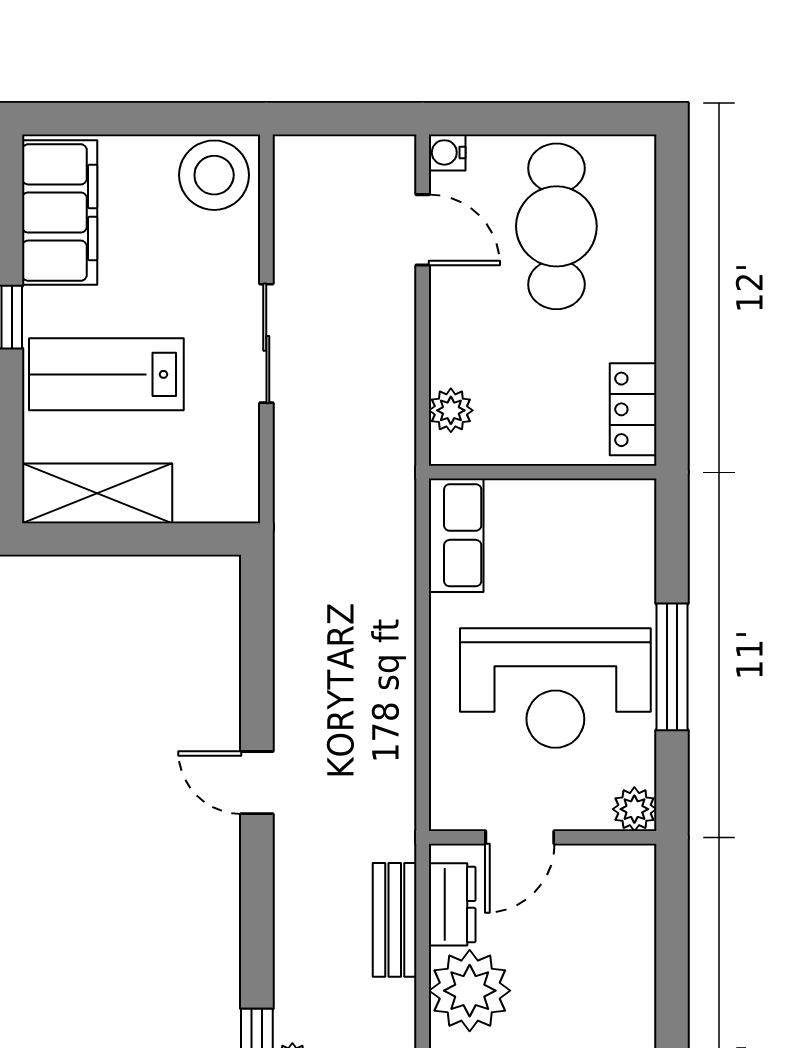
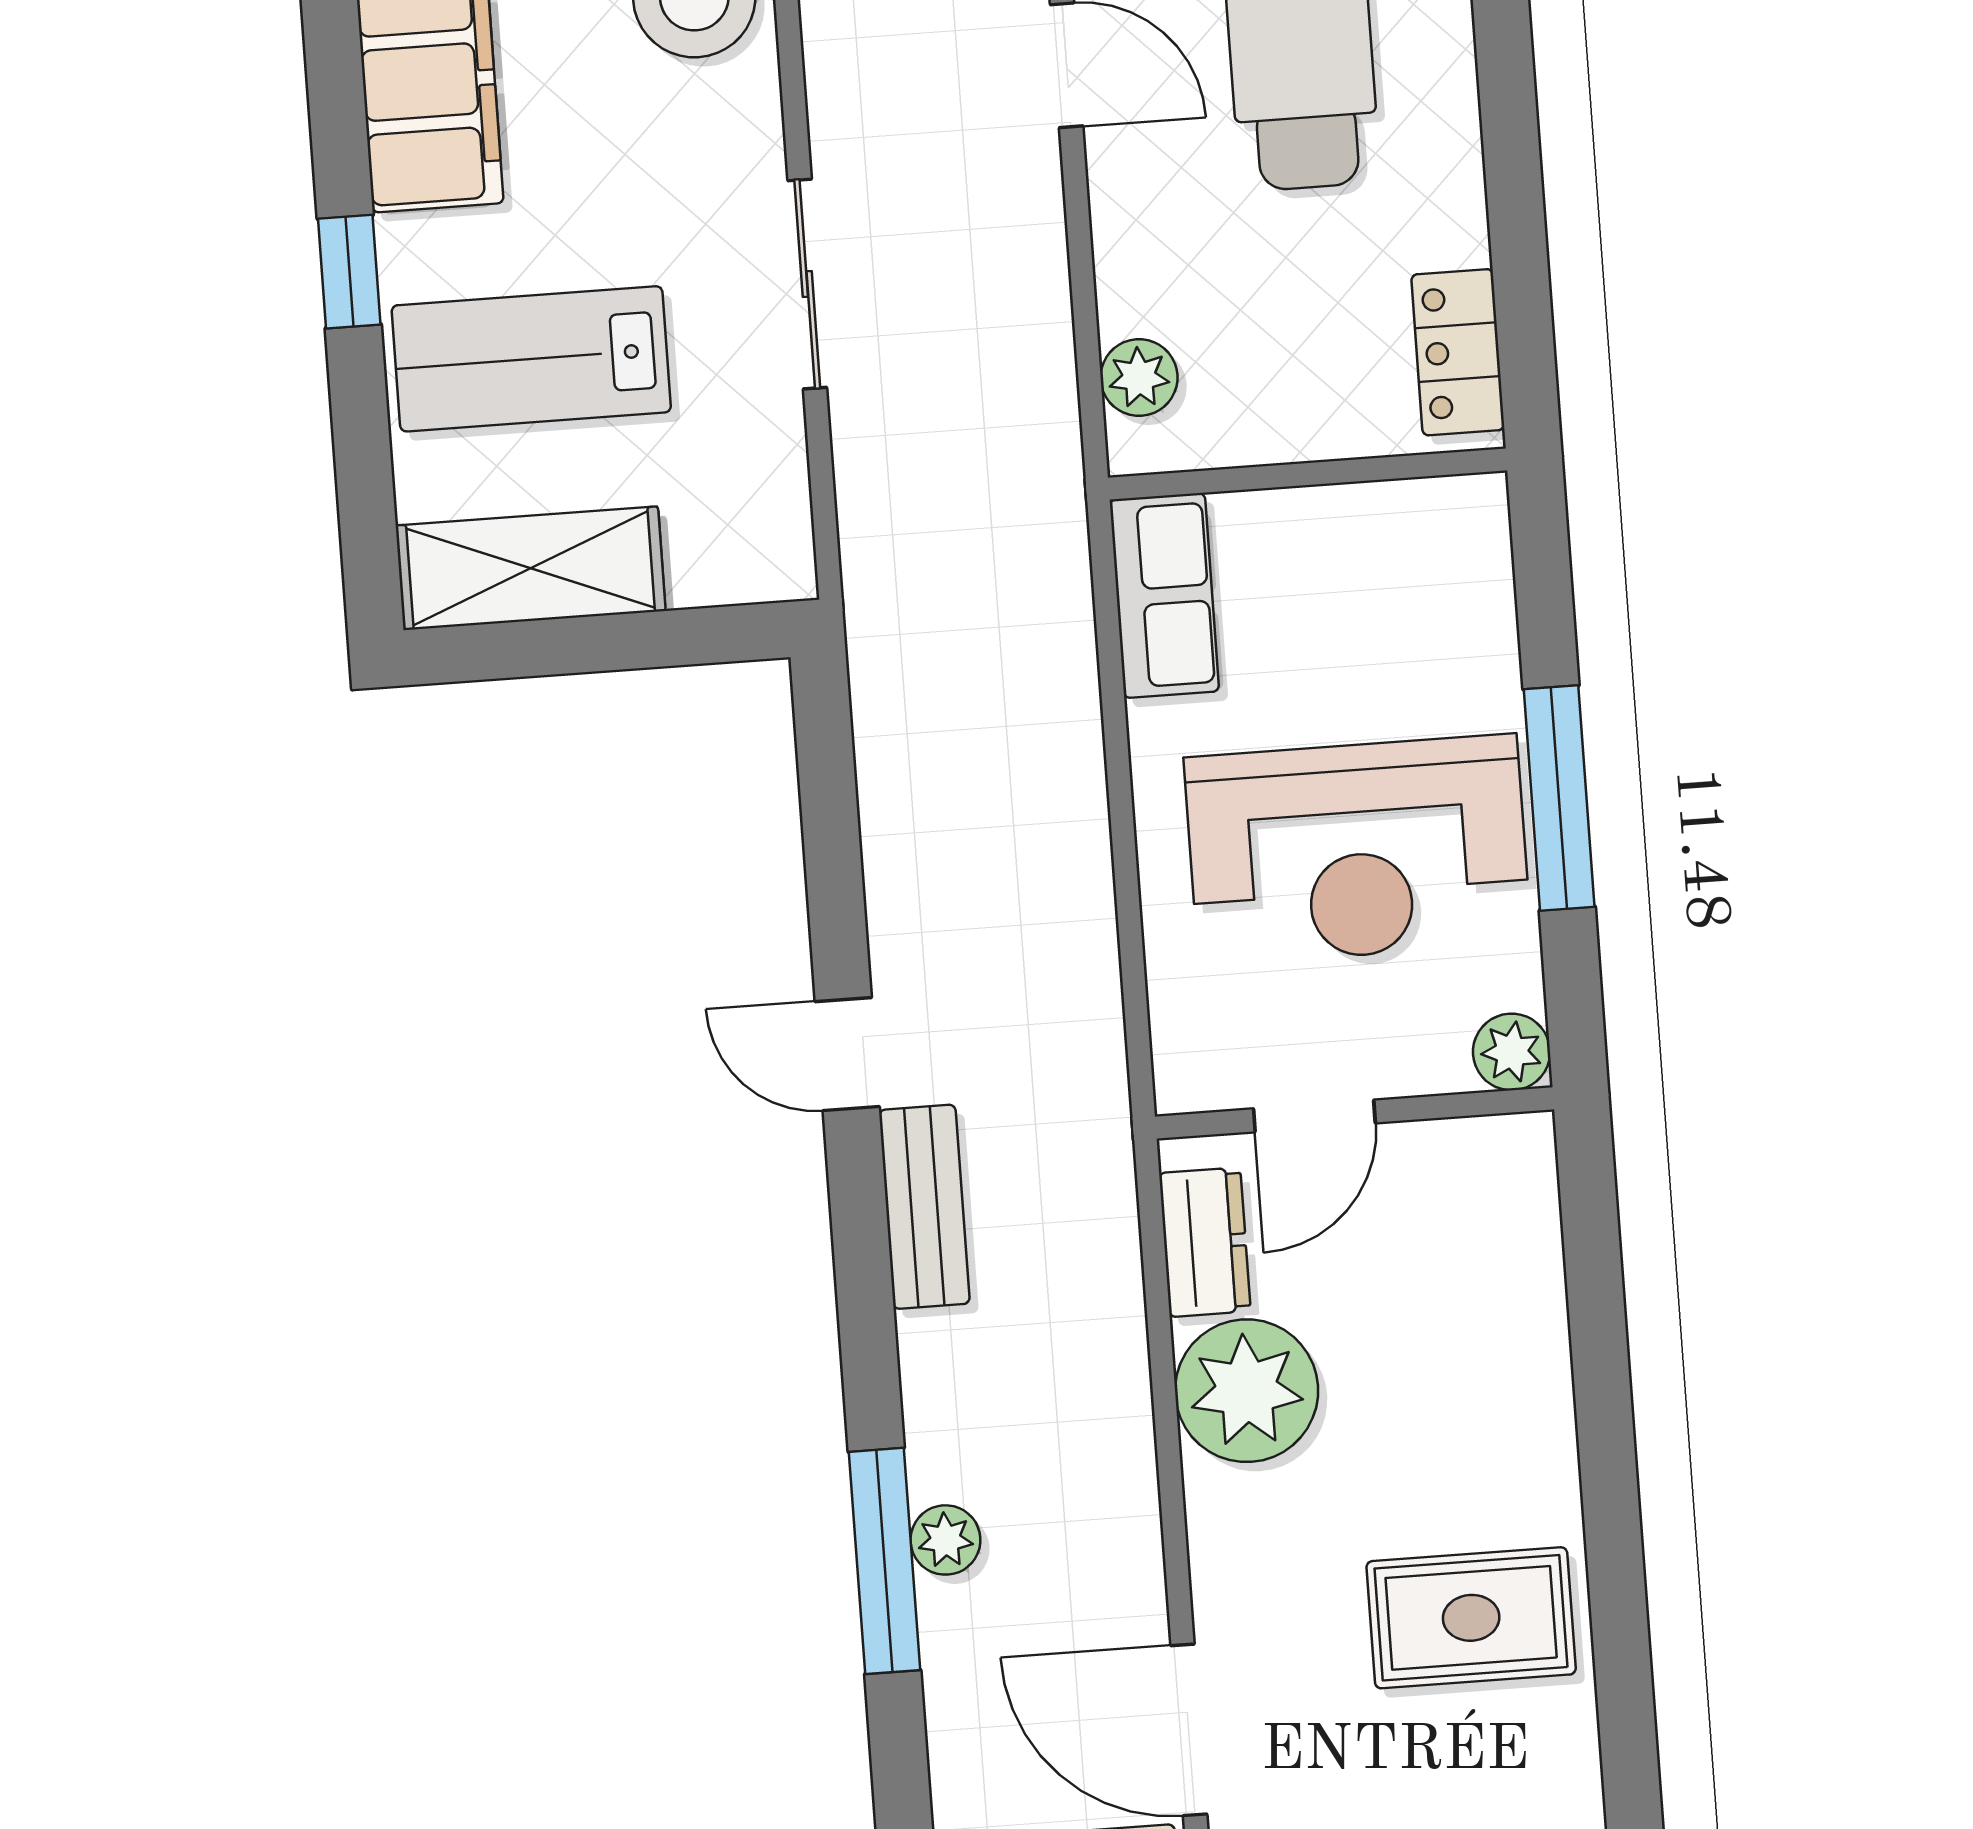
bench: (395, 920) -> (924, 1207), moved

